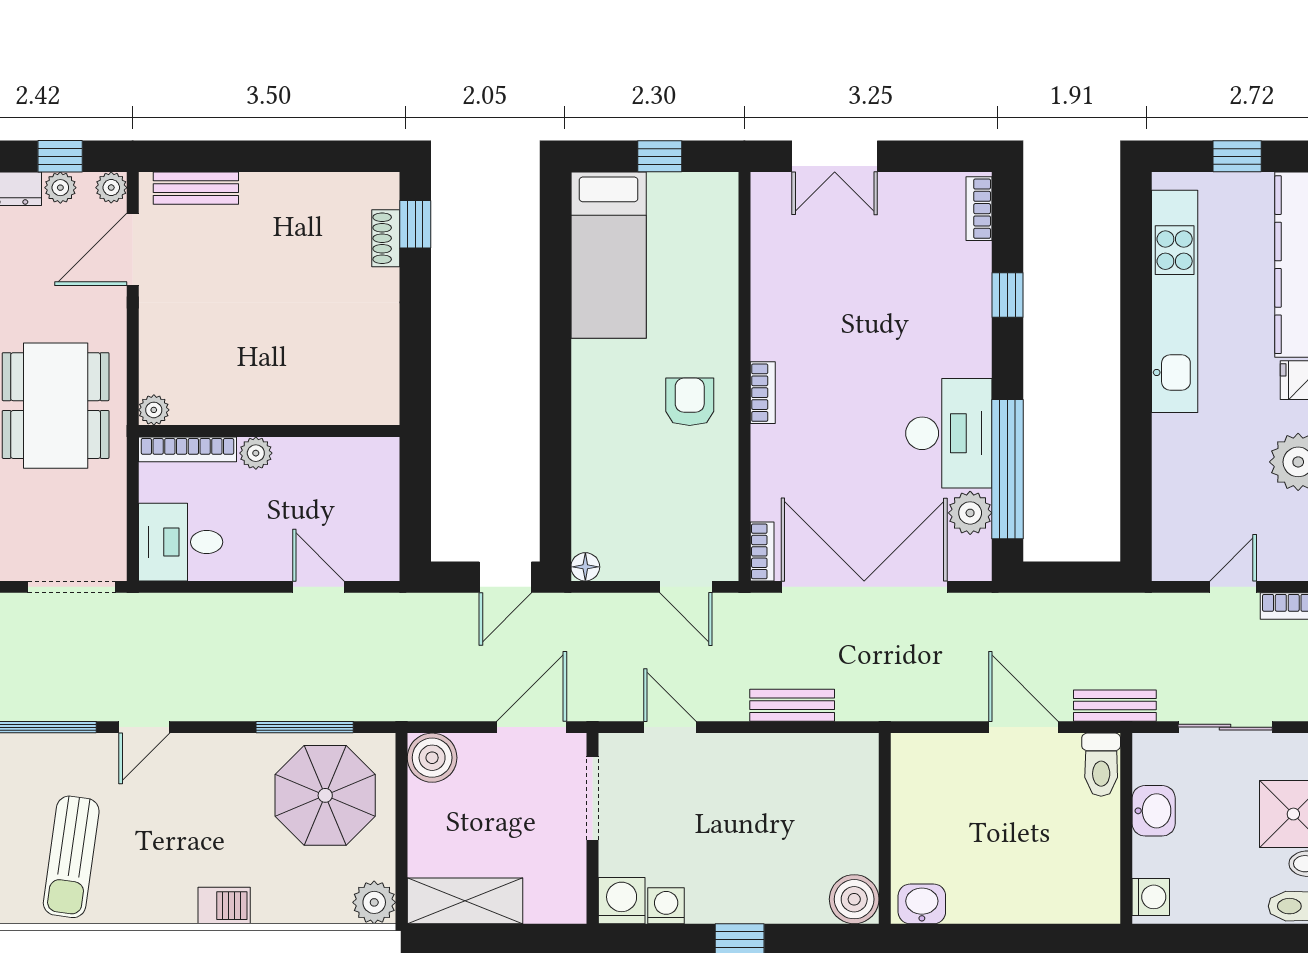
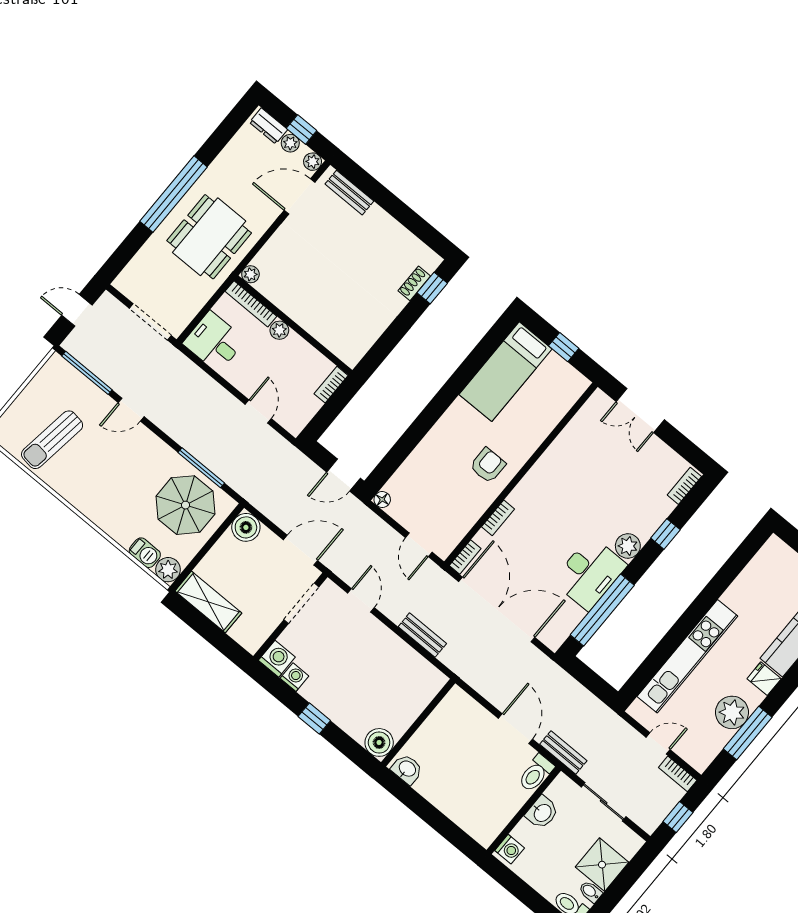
kitchen unit: (1175, 301) -> (687, 656), moved
bookcase: (763, 393) -> (498, 518), moved
bookcase: (387, 469) -> (331, 385), added
plant: (970, 513) -> (628, 546), moved
barbecue: (224, 906) -> (145, 553), moved

